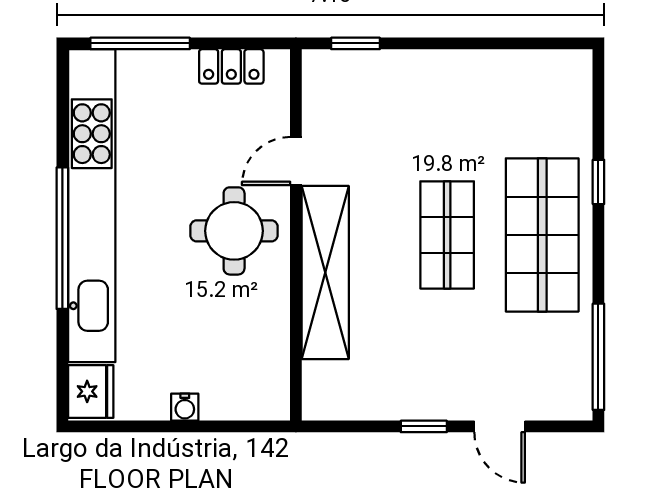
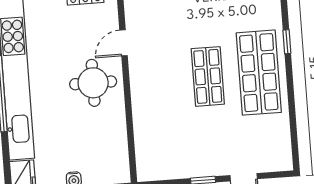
shelving: (325, 273) -> (144, 102), removed
window: (598, 357) -> (294, 136), removed

